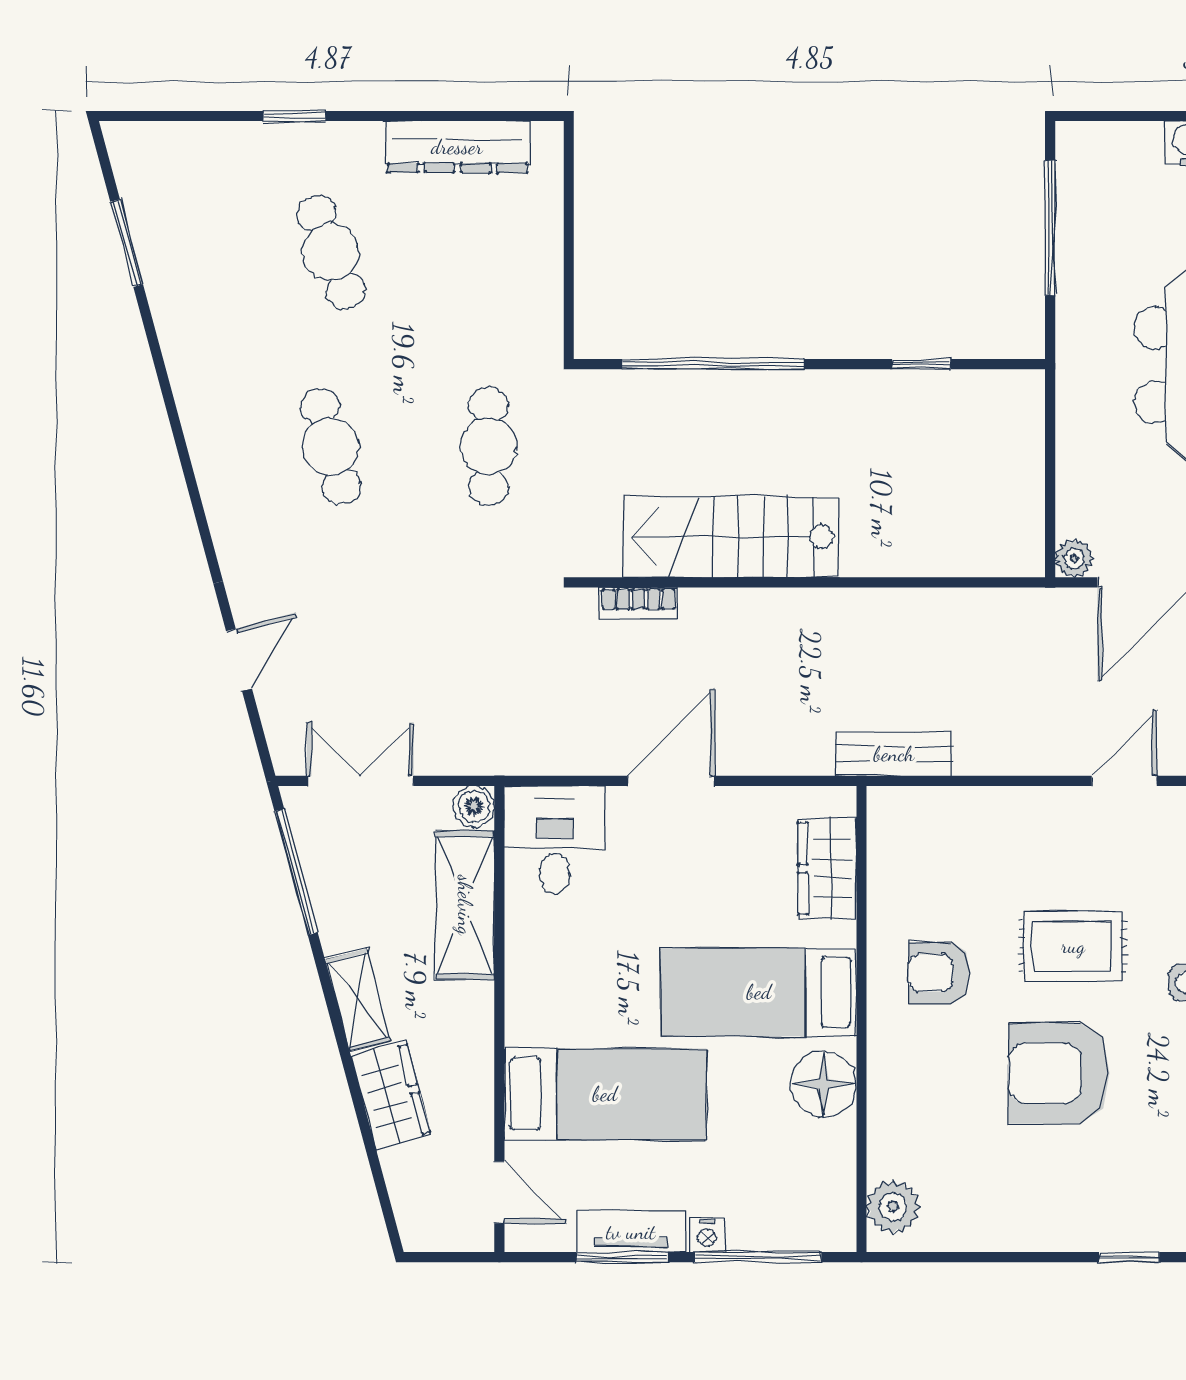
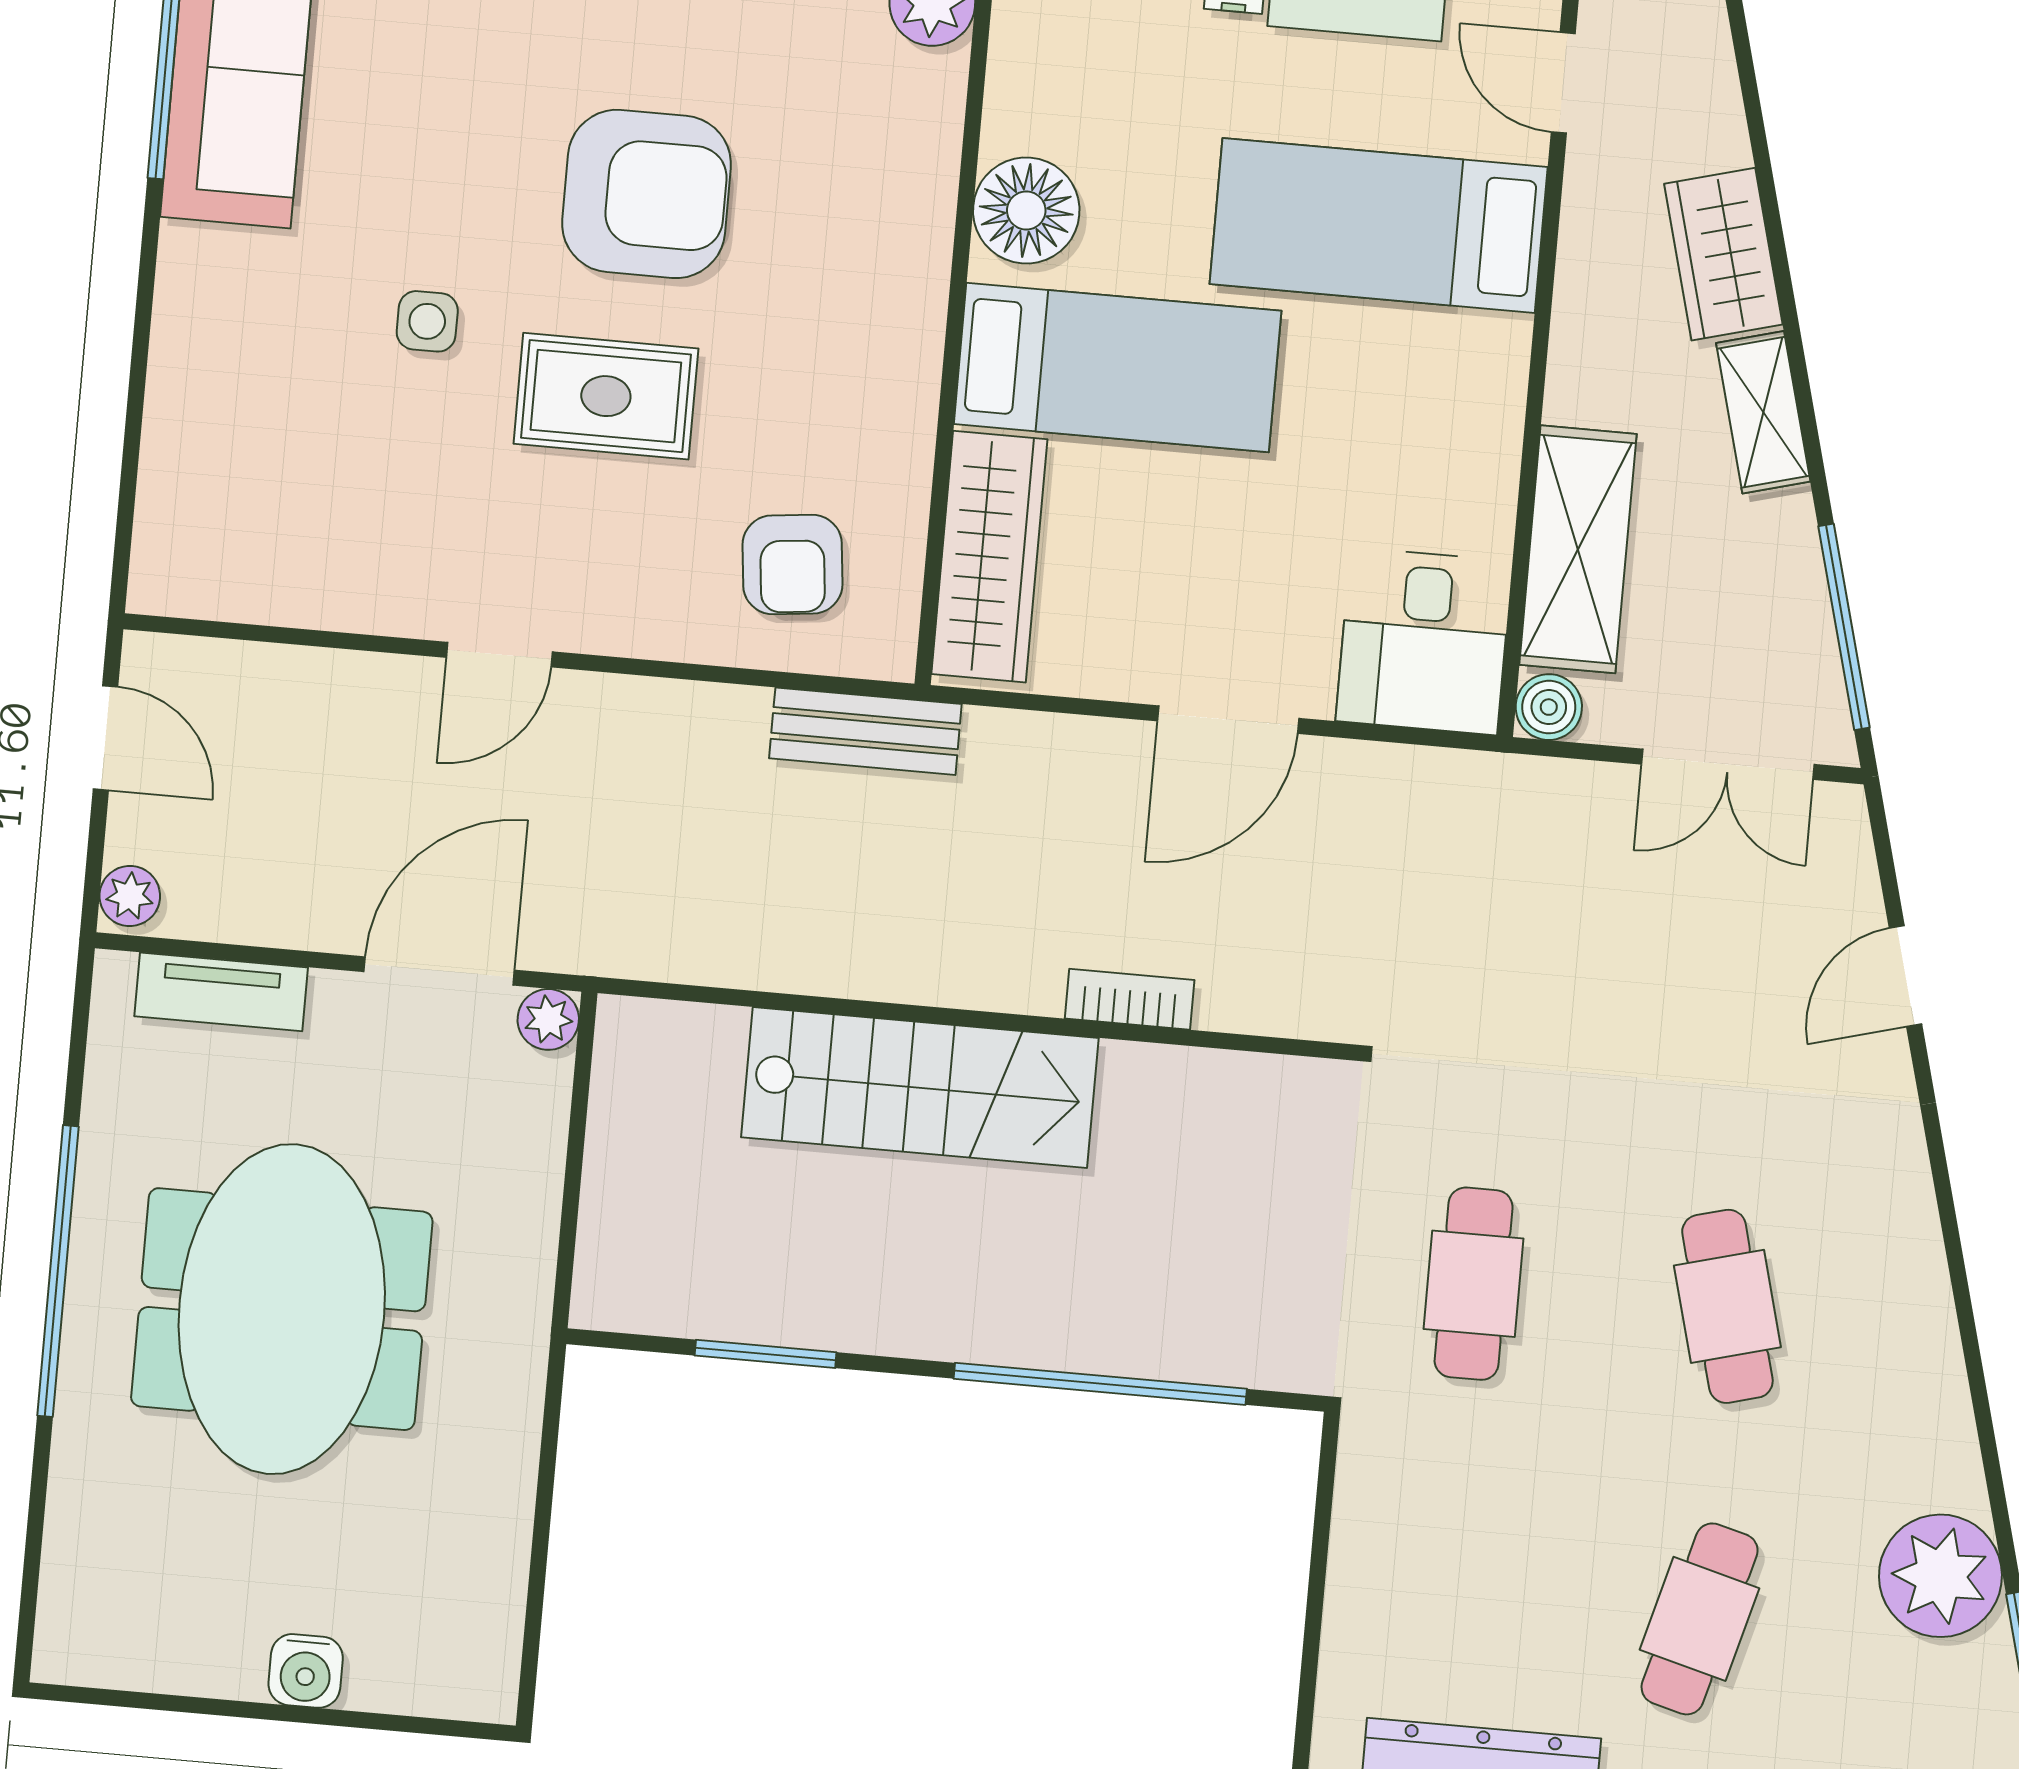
window: (1050, 228) -> (539, 1554), removed
cafe table: (331, 252) -> (1700, 1619), turned 36
plant: (184, 292) -> (1940, 1576), added
window: (921, 364) -> (766, 1354), width x1.50
stairs: (731, 537) -> (920, 1088), moved
bookcase: (638, 603) -> (1130, 999), moved
wardrobe: (827, 868) -> (989, 557), width x1.50
armchair: (939, 973) -> (792, 565), moved, turned 84

